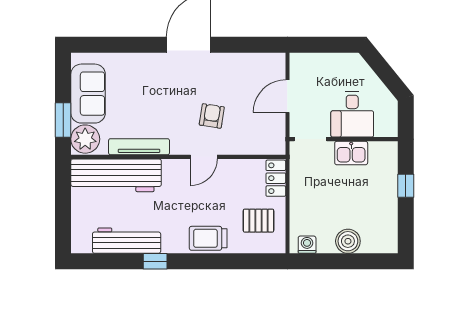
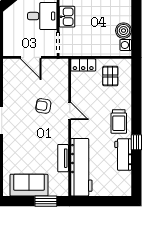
plant: (85, 139) -> (58, 187), removed
tv unit: (139, 147) -> (63, 158), width x0.71
trolley: (208, 238) -> (119, 121), moved
workbench: (127, 241) -> (123, 155), width x0.73
boiler: (348, 241) -> (124, 31), moved

